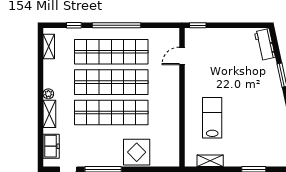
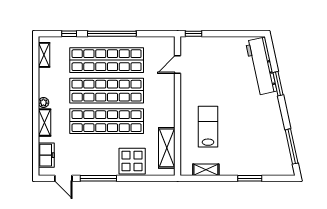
workbench: (265, 45) -> (261, 66), width x1.88, depth x1.32
shelving: (171, 139) -> (167, 148), added

